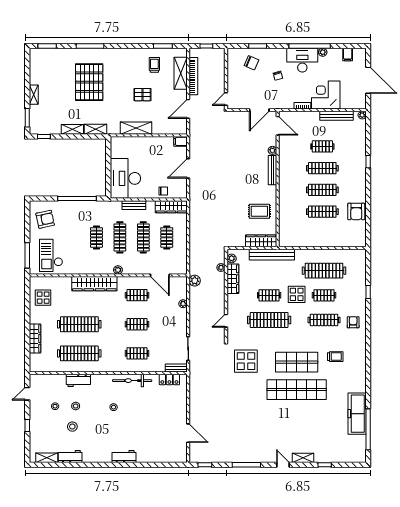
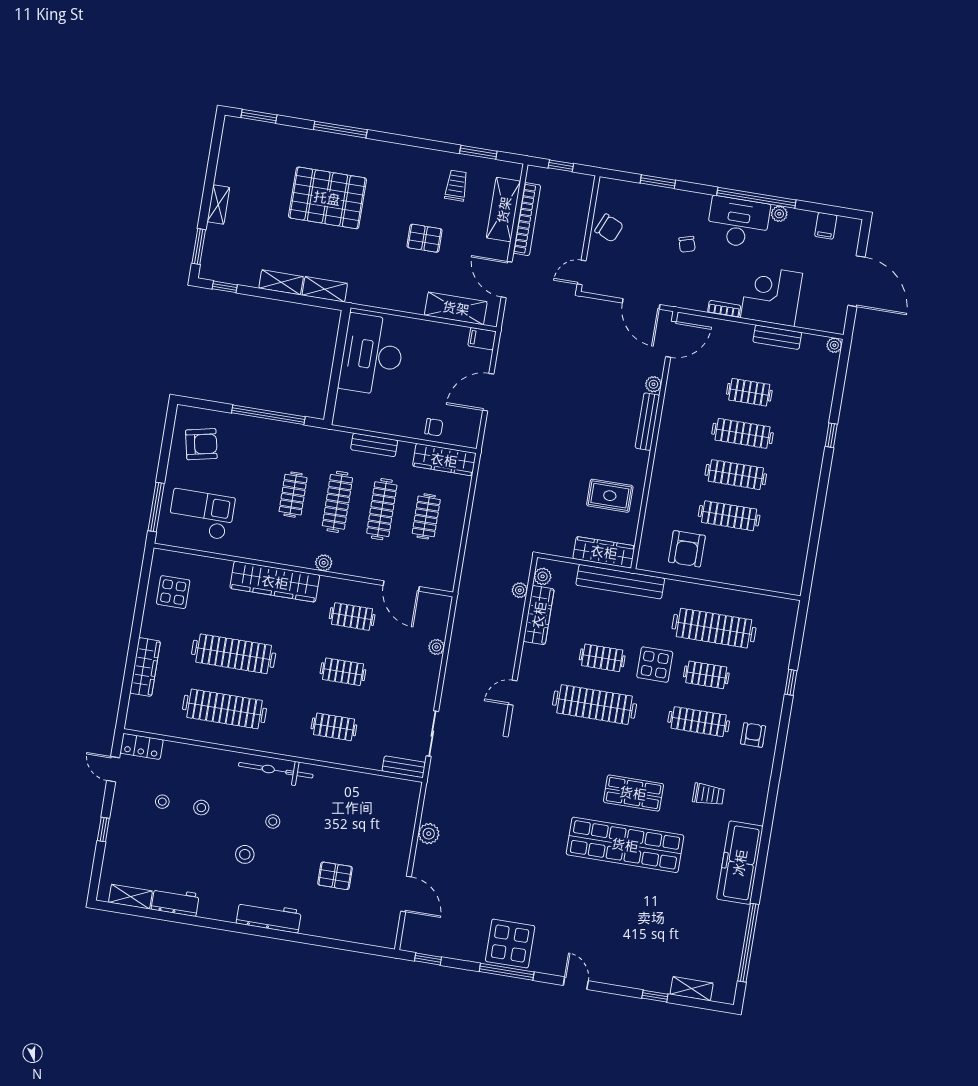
chair: (252, 63) -> (609, 228), moved
pallet: (89, 82) -> (327, 198), turned 90
door: (188, 109) -> (507, 280), hinge flipped
door: (259, 110) -> (641, 304), hinge flipped
bench: (336, 116) -> (777, 337), width x0.73
door: (278, 126) -> (671, 339), hinge flipped
shelving: (136, 128) -> (456, 308), moved
desk: (125, 178) -> (372, 355), moved
armchair: (356, 211) -> (687, 549), moved
checkout: (51, 255) -> (201, 514), turned 90
plant: (195, 281) -> (429, 834), moved
display table: (246, 361) -> (510, 944), moved
shop shelf: (297, 362) -> (633, 793), width x0.70, depth x0.74
workbench: (78, 380) -> (214, 760), removed
locker: (169, 380) -> (142, 746), moved
bicycle: (132, 381) -> (276, 770), moved
door: (27, 394) -> (113, 769), hinge flipped
freezer: (357, 414) -> (740, 863), moved
stool: (72, 427) -> (245, 854), moved
pallet: (150, 430) -> (335, 876), added
workbench: (124, 457) -> (269, 917), width x1.38
shelving: (303, 458) -> (692, 989), moved

